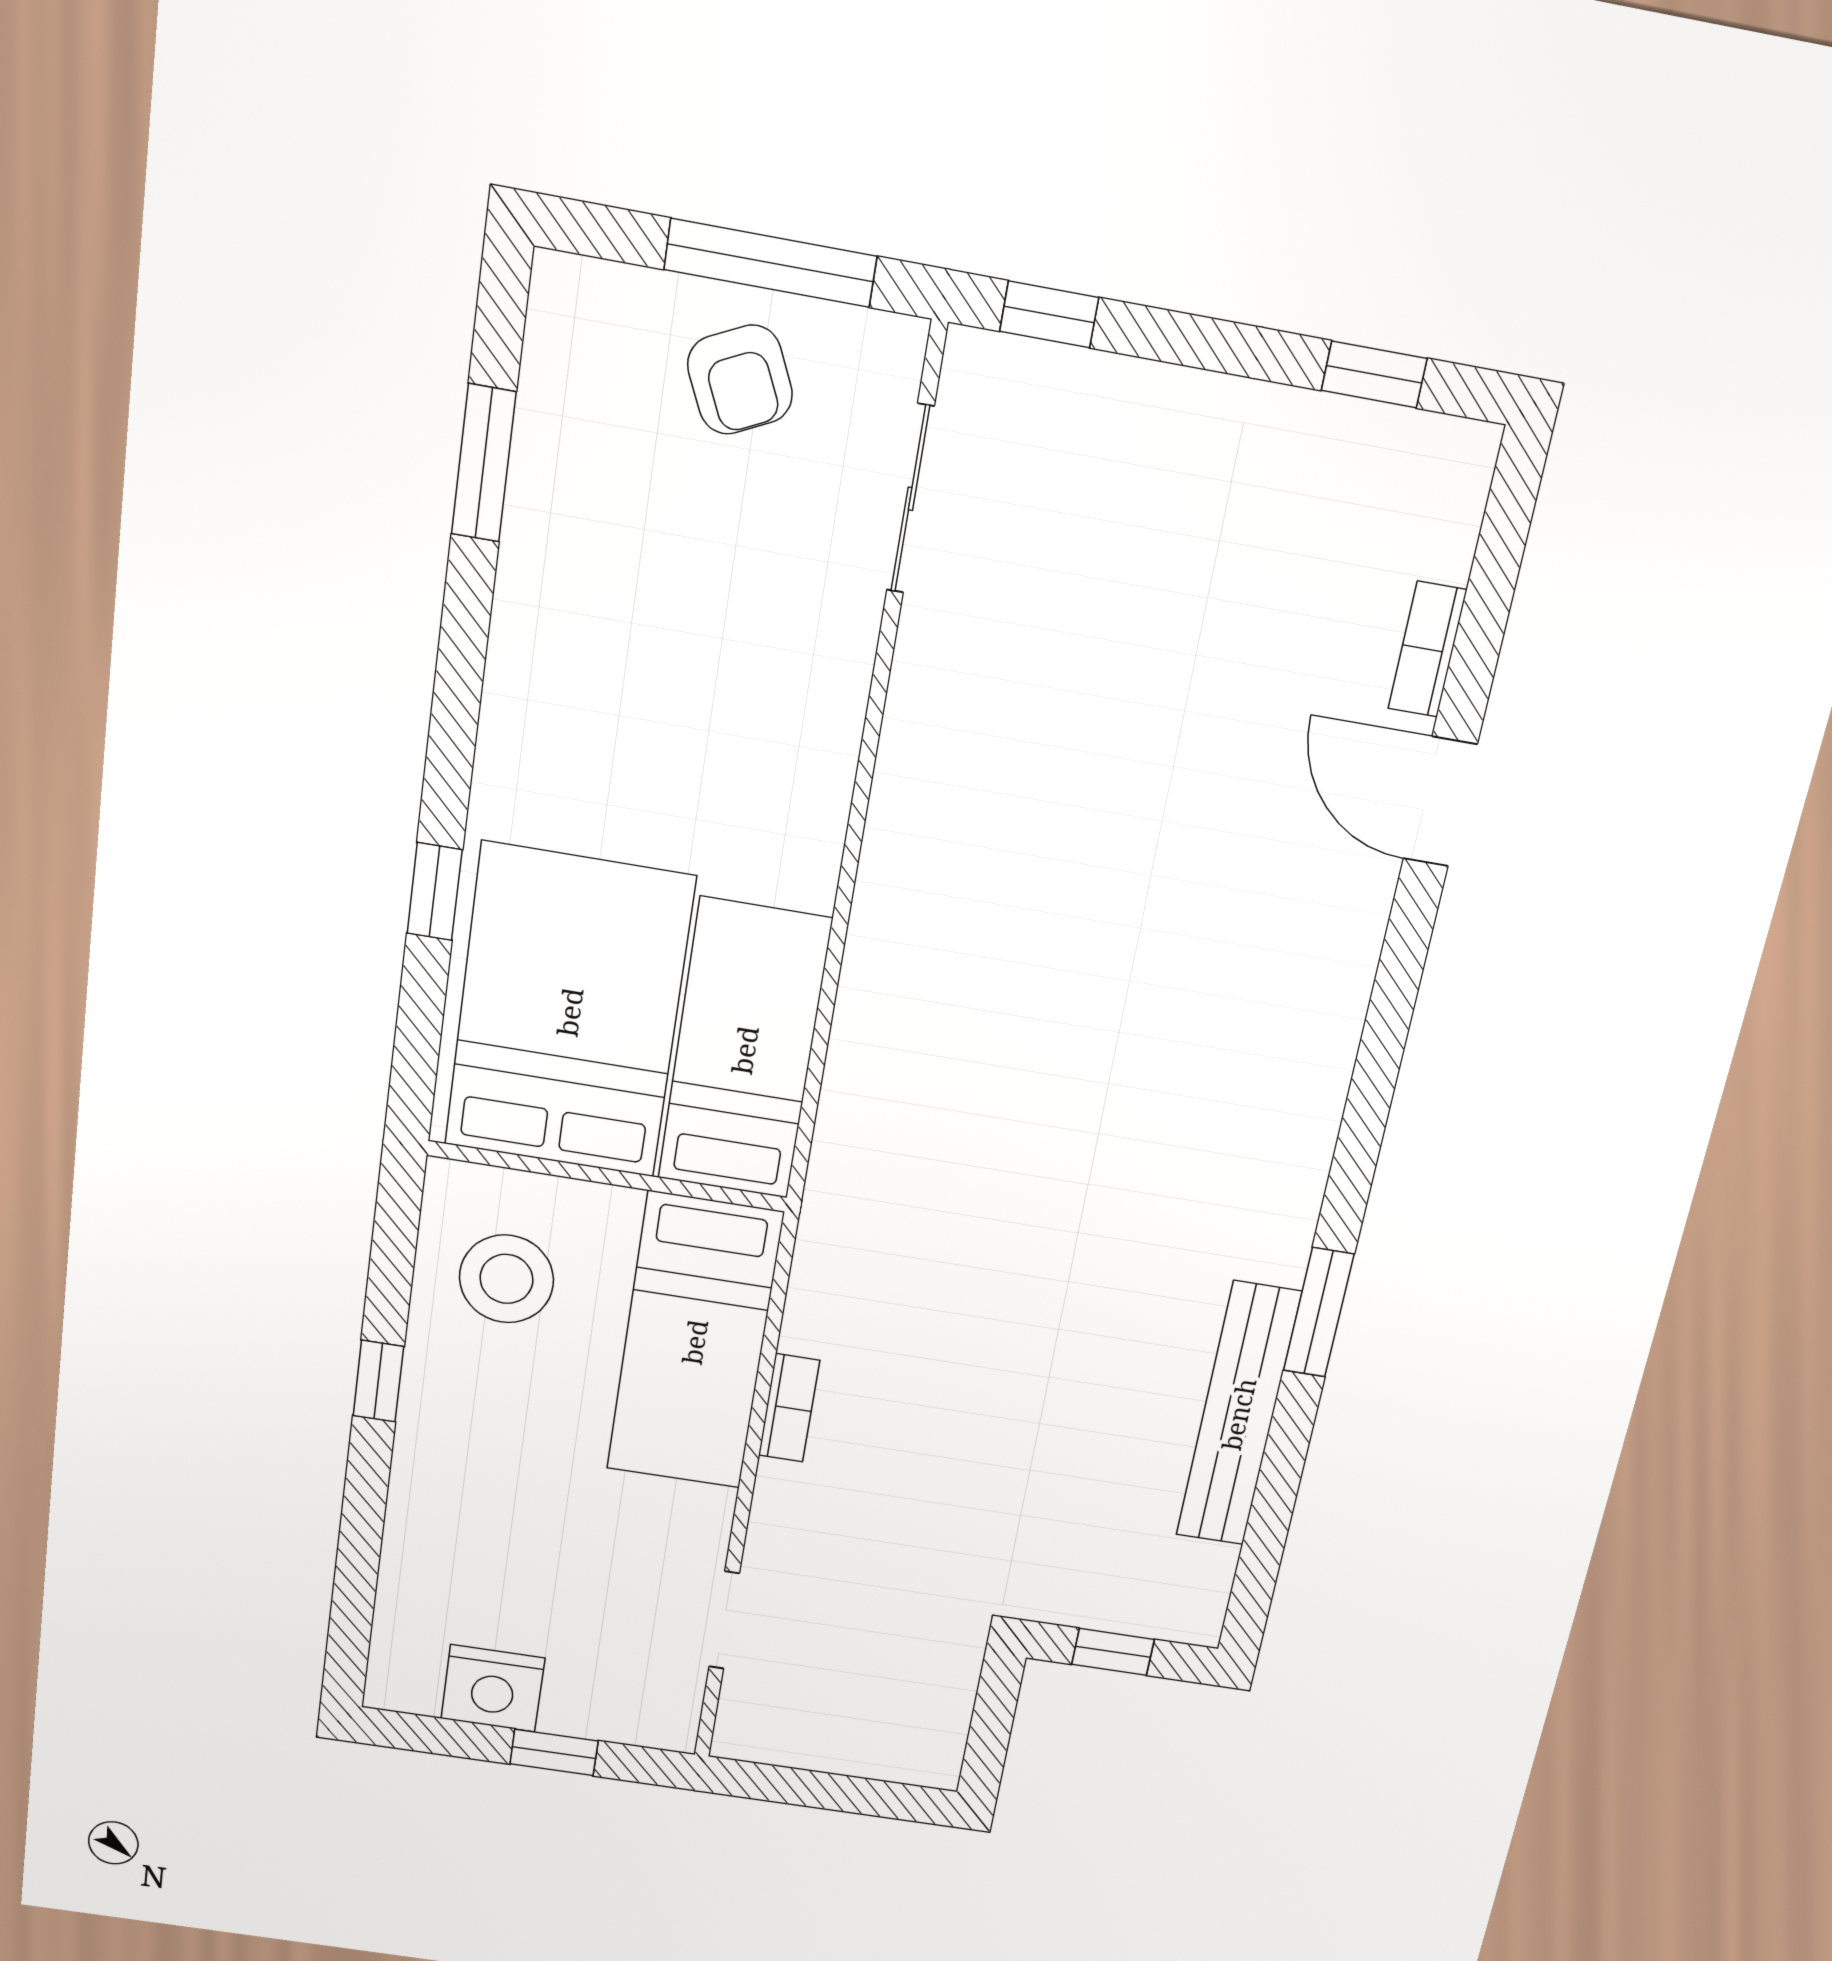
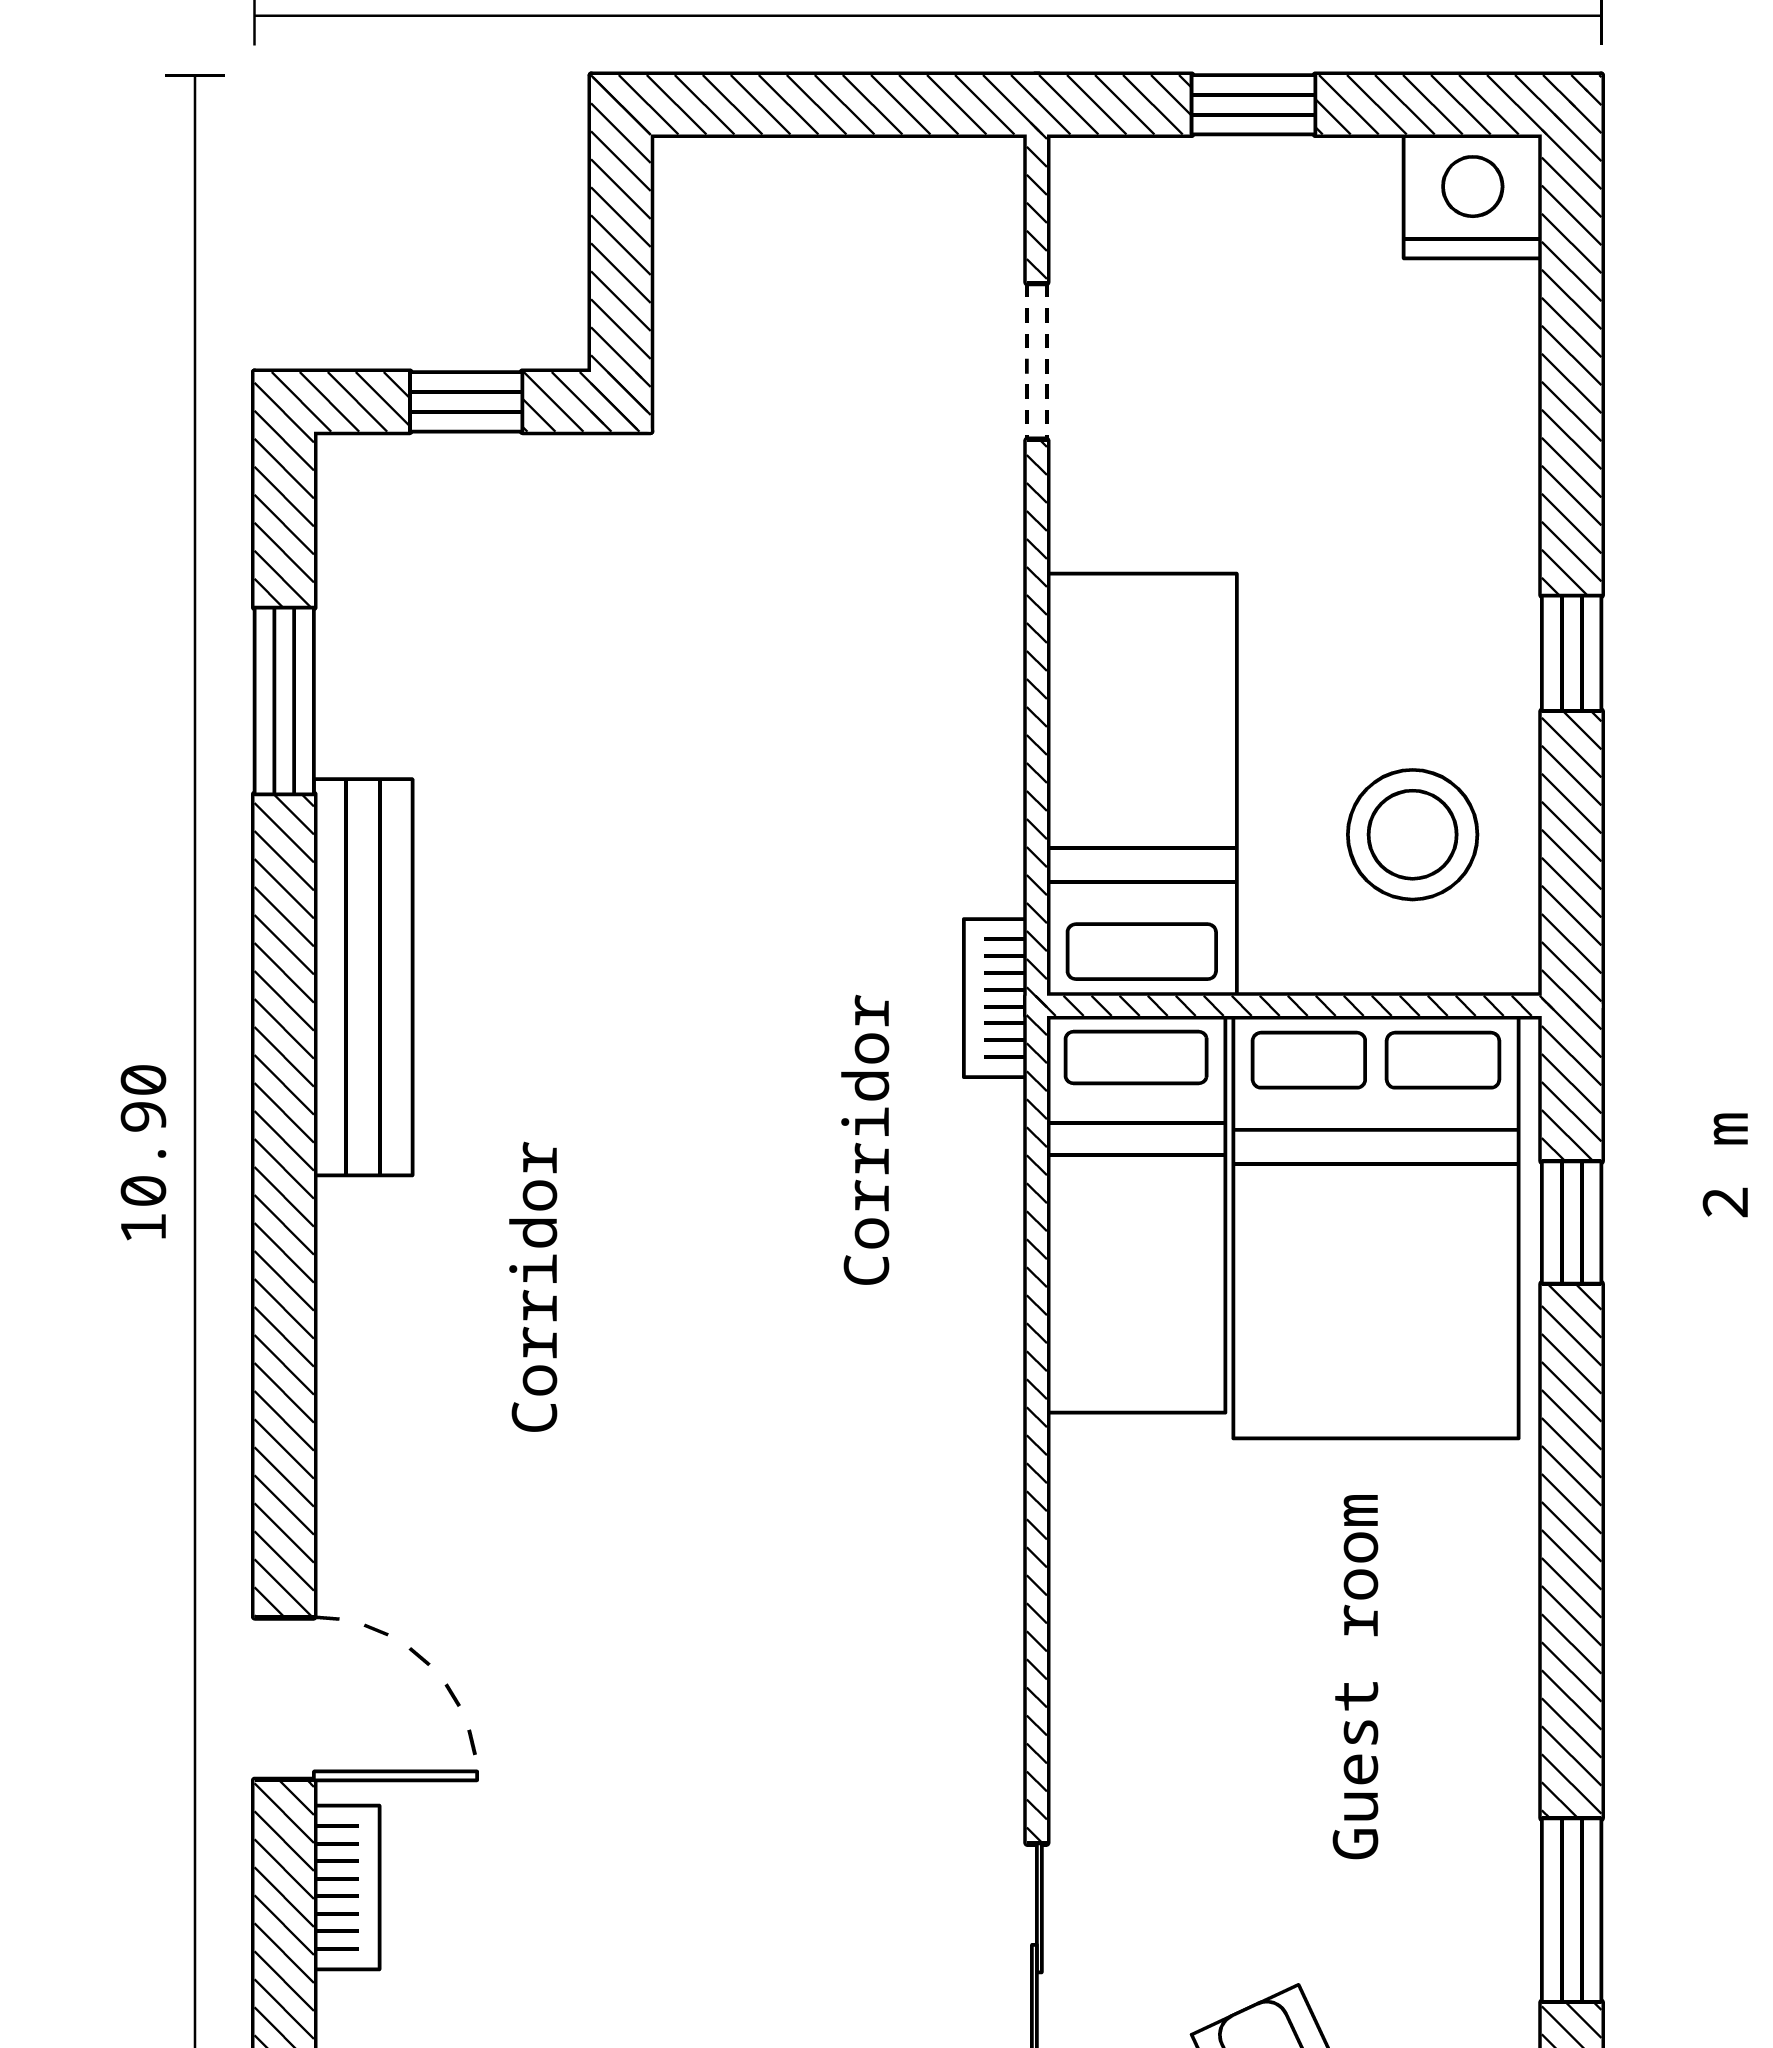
window: (435, 892) -> (1572, 1223), moved
window: (1319, 1312) -> (284, 701), moved
bookcase: (789, 1408) -> (995, 998), moved
bench: (1238, 1414) -> (363, 977), moved
nightstand: (493, 1688) -> (1473, 196), moved

